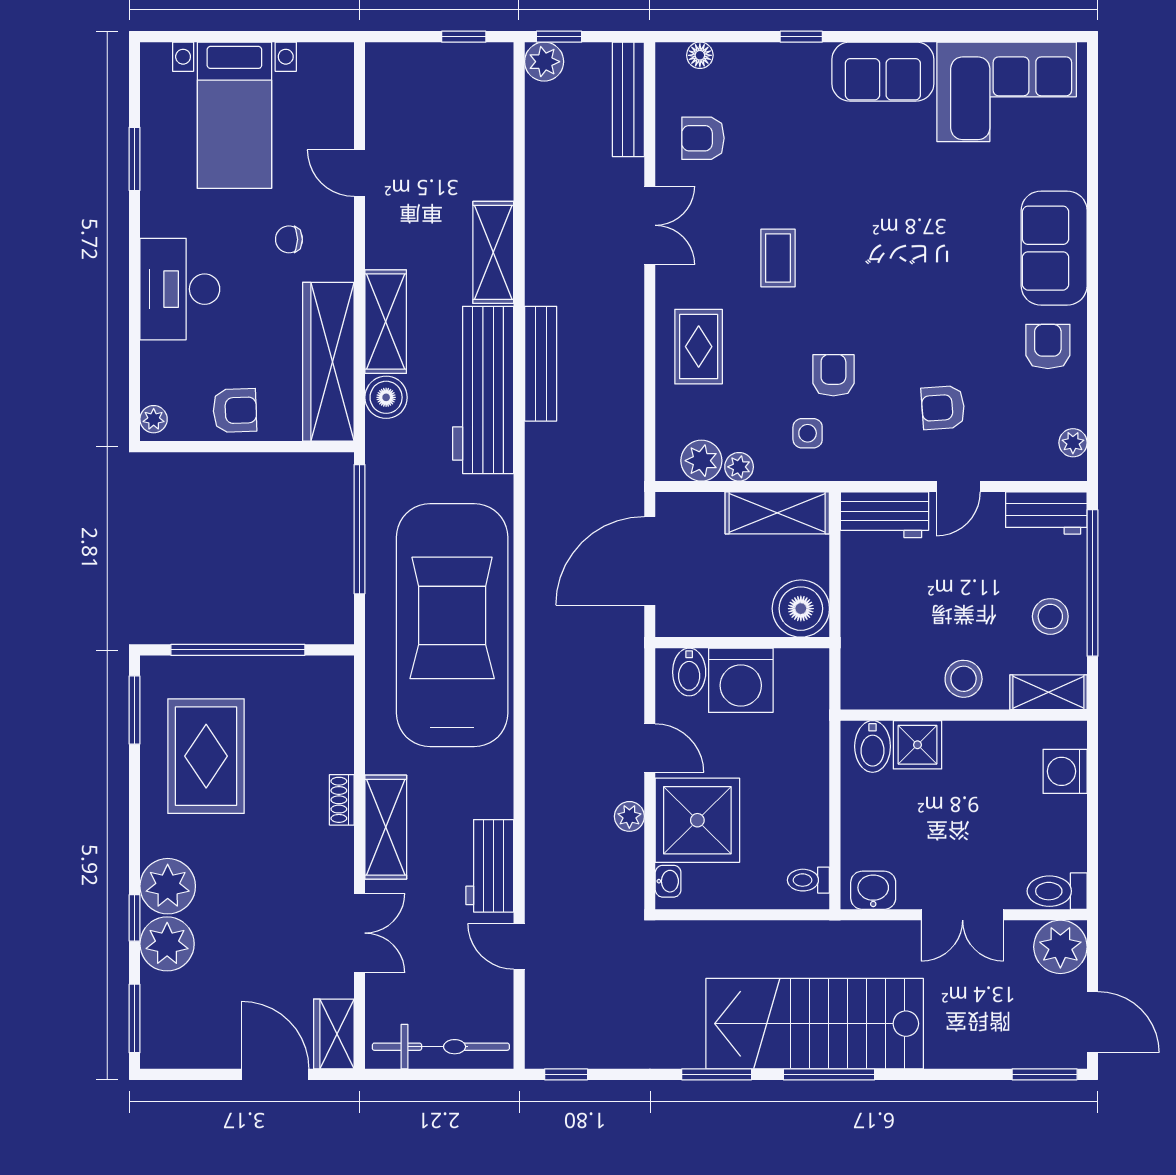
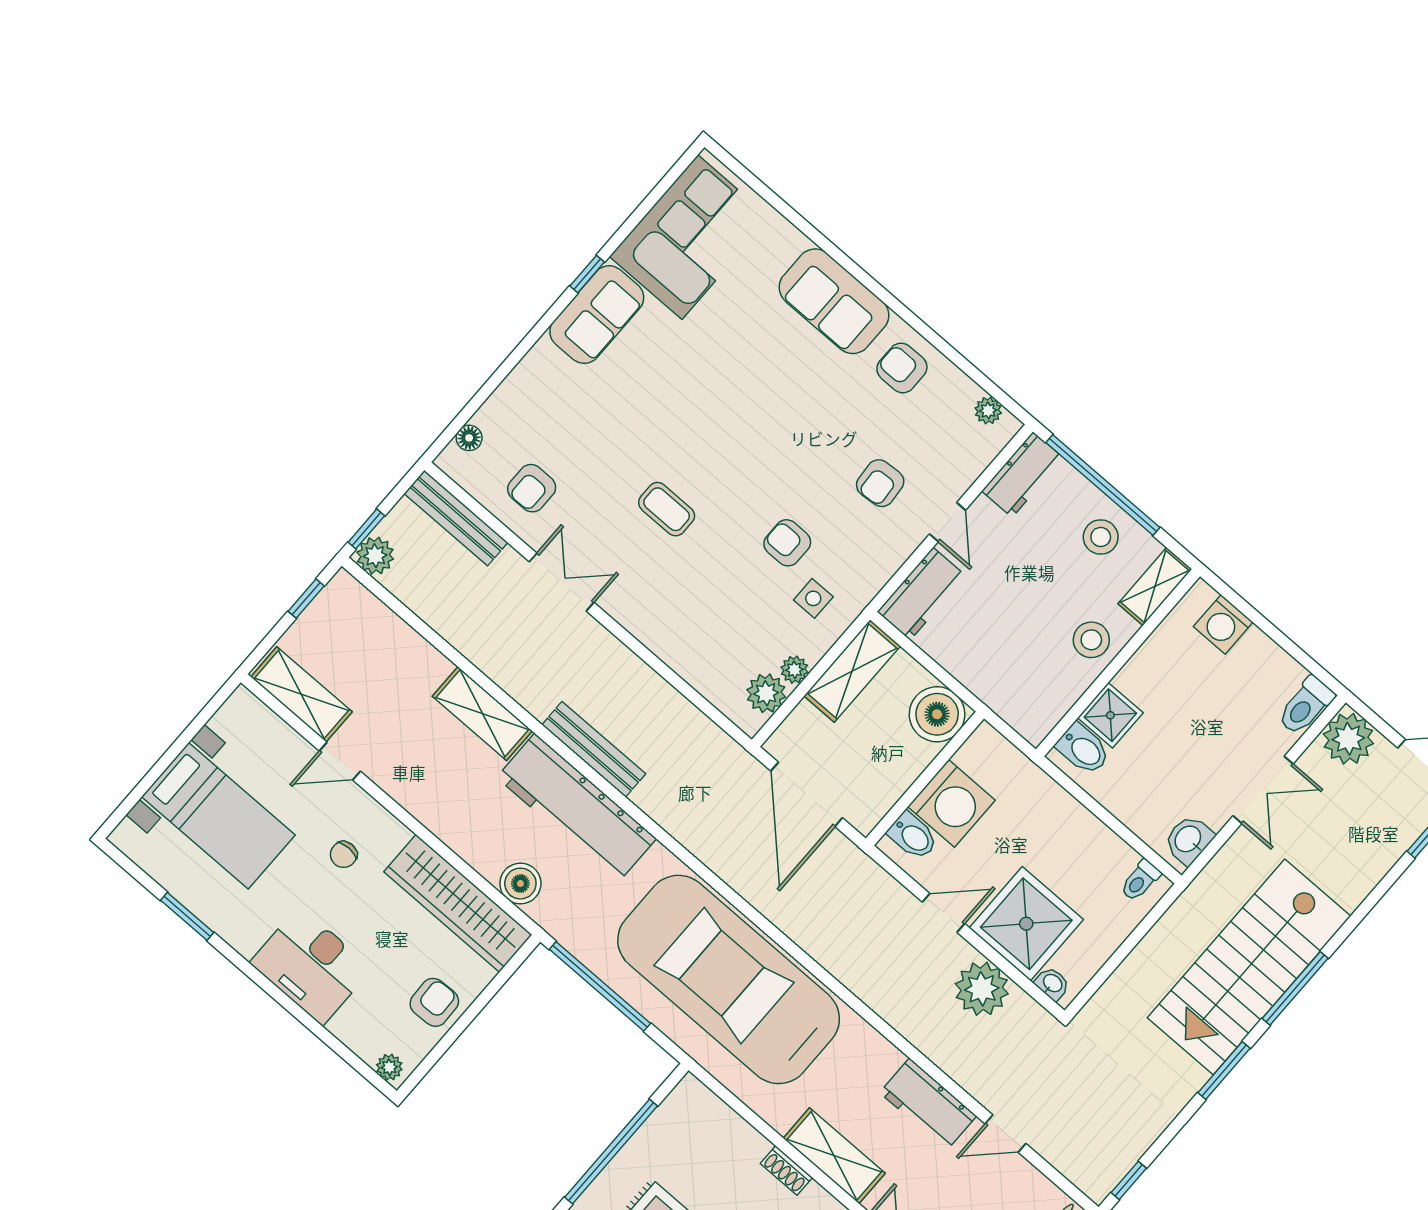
window: (801, 37) -> (587, 274), moved
shelving: (386, 322) -> (301, 694), moved
rug: (699, 347) -> (681, 623), removed
plant: (629, 816) -> (982, 989), width x1.88, depth x1.88

